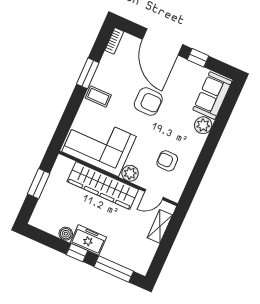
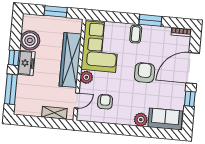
armchair: (148, 102) -> (145, 73), turned 180
door: (154, 194) -> (77, 100), swing flipped
boiler: (66, 234) -> (30, 40), width x1.86, depth x1.86

